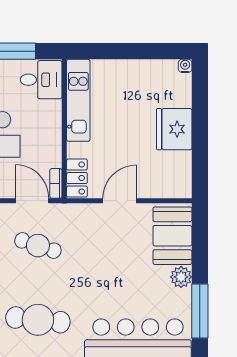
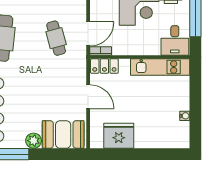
water cooler: (185, 66) -> (185, 116), moved
fridge: (174, 129) -> (119, 136), moved
cafe table: (38, 246) -> (56, 38), turned -33

